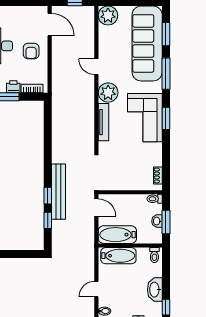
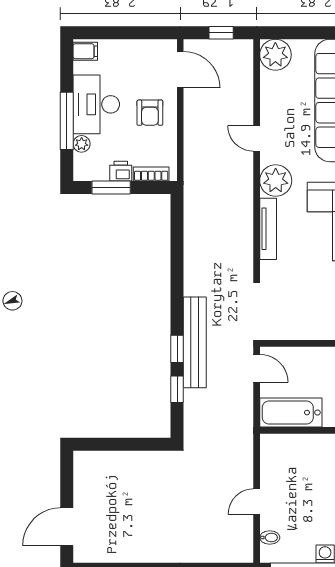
bathtub: (118, 256) -> (293, 447), removed

